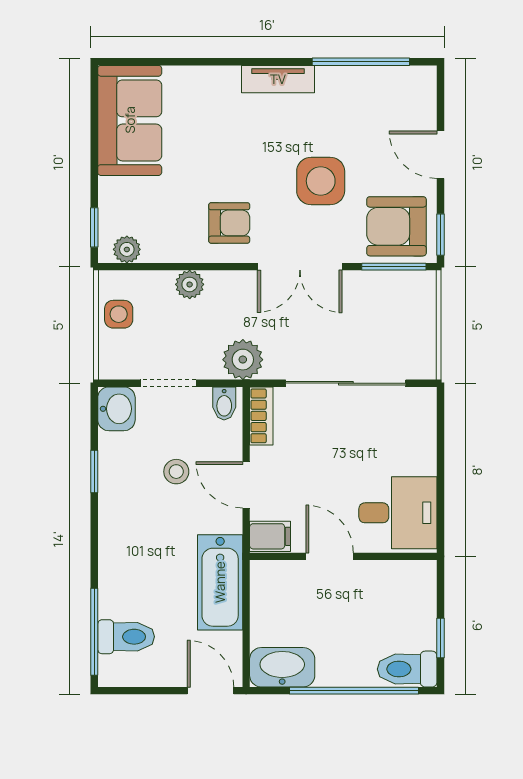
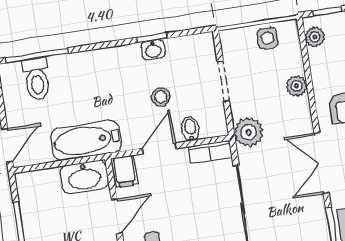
bidet: (224, 403) -> (190, 129), moved, turned 90
washbasin: (116, 409) -> (153, 50), moved, width x0.72, depth x0.69
washbasin: (282, 667) -> (84, 177), moved, turned 90

